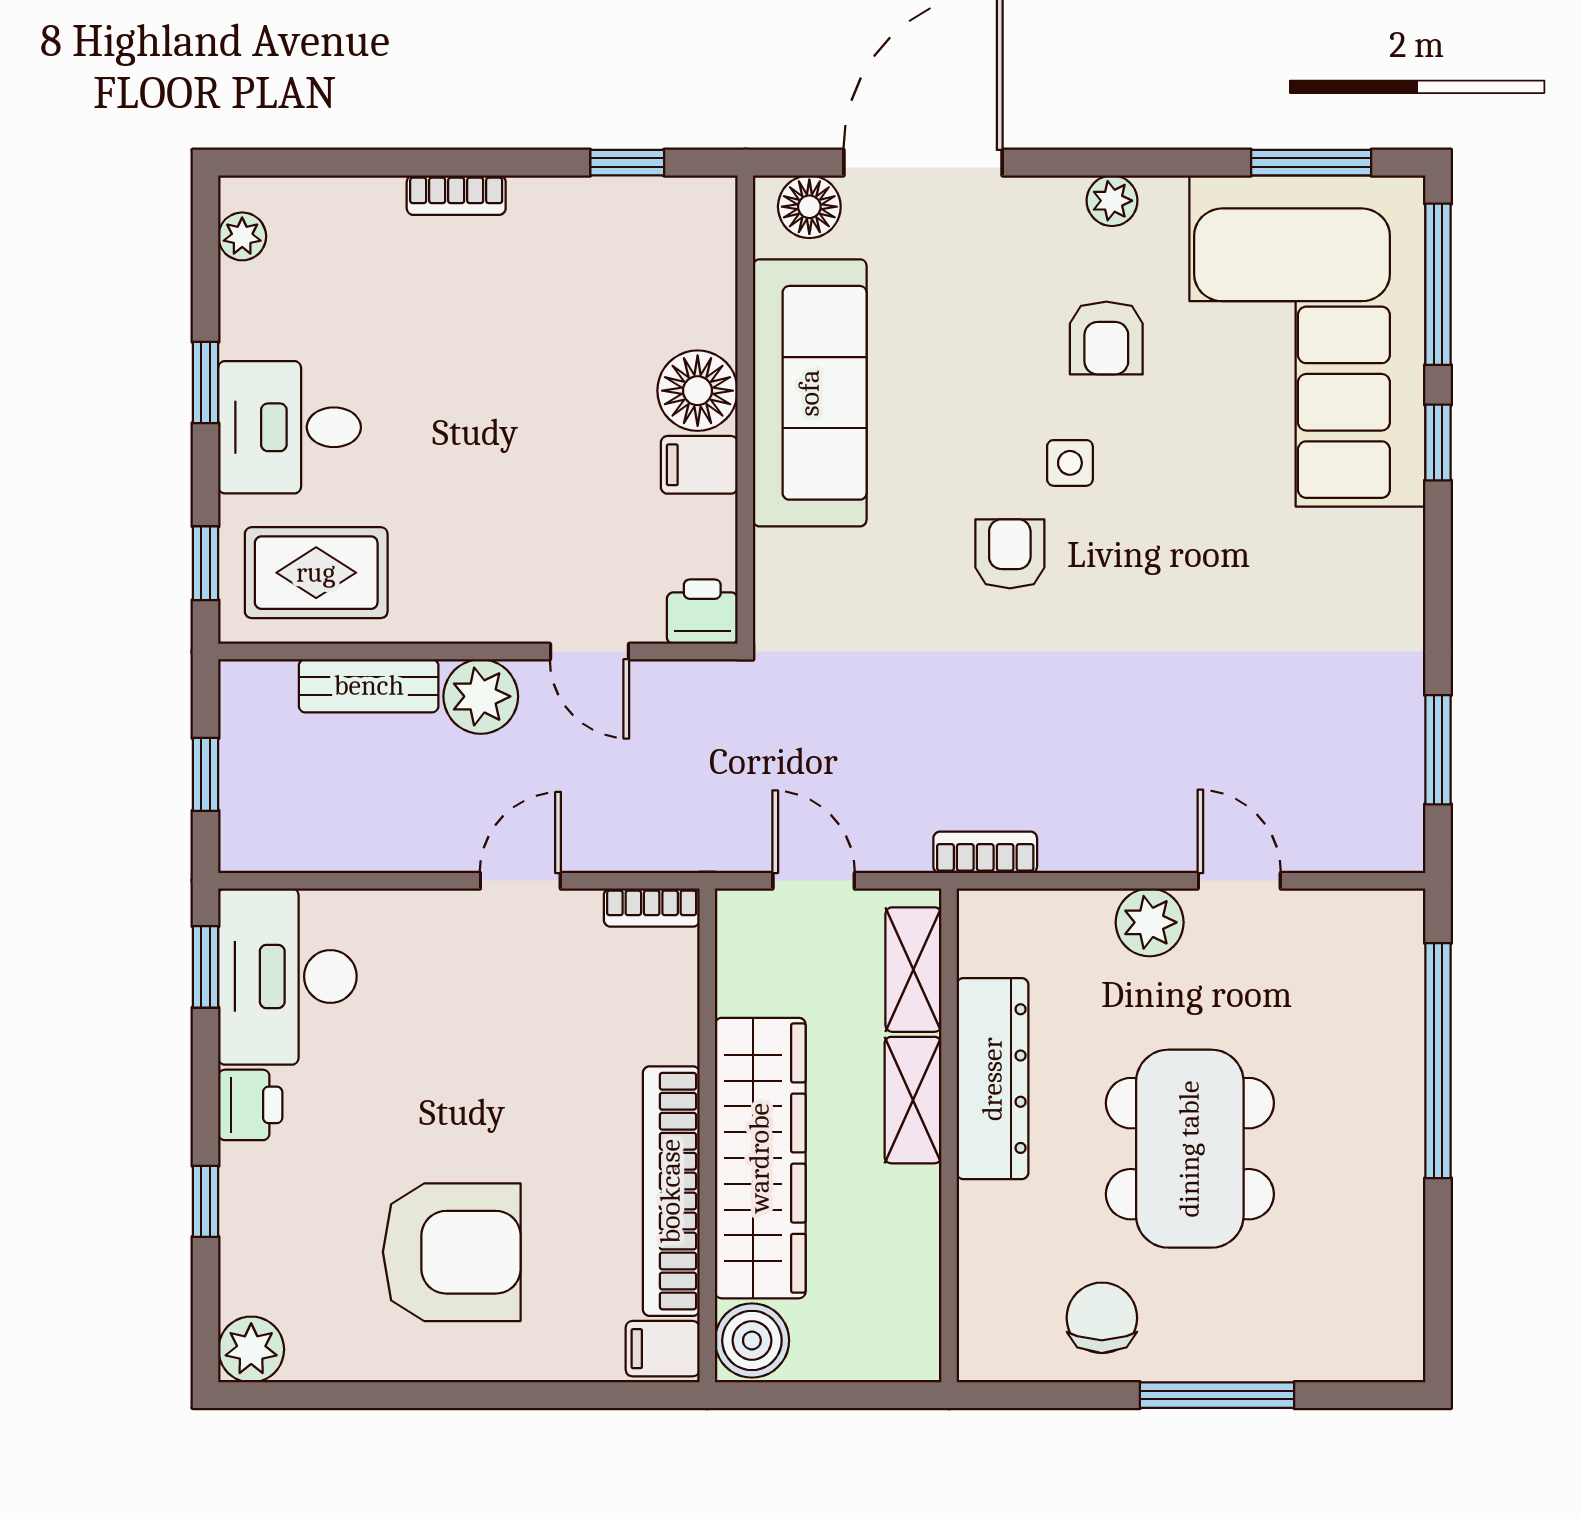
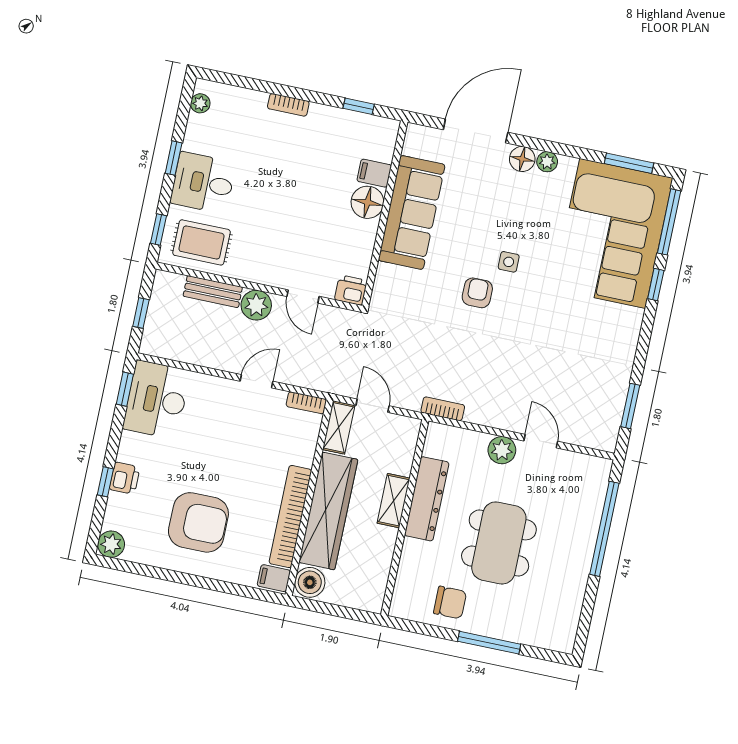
floor lamp: (809, 207) -> (522, 159), moved
armchair: (1106, 338) -> (533, 216), removed
filing cabinet: (699, 465) -> (374, 173), moved
shelving: (913, 970) -> (339, 427), moved
printer: (250, 1105) -> (125, 478), moved
chair: (1102, 1318) -> (450, 603), turned 90

